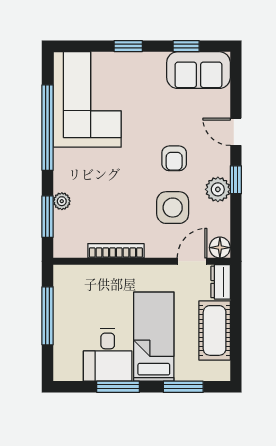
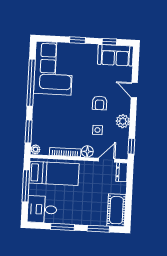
window: (236, 180) -> (131, 146), moved
plant: (62, 201) -> (35, 149), moved
side table: (173, 208) -> (97, 130), width x0.54, depth x0.54
floor lamp: (220, 248) -> (87, 151), moved
cot: (215, 330) -> (116, 210), moved
bed: (154, 337) -> (54, 173), moved, turned 90
desk: (108, 355) -> (42, 209), moved, turned 90

